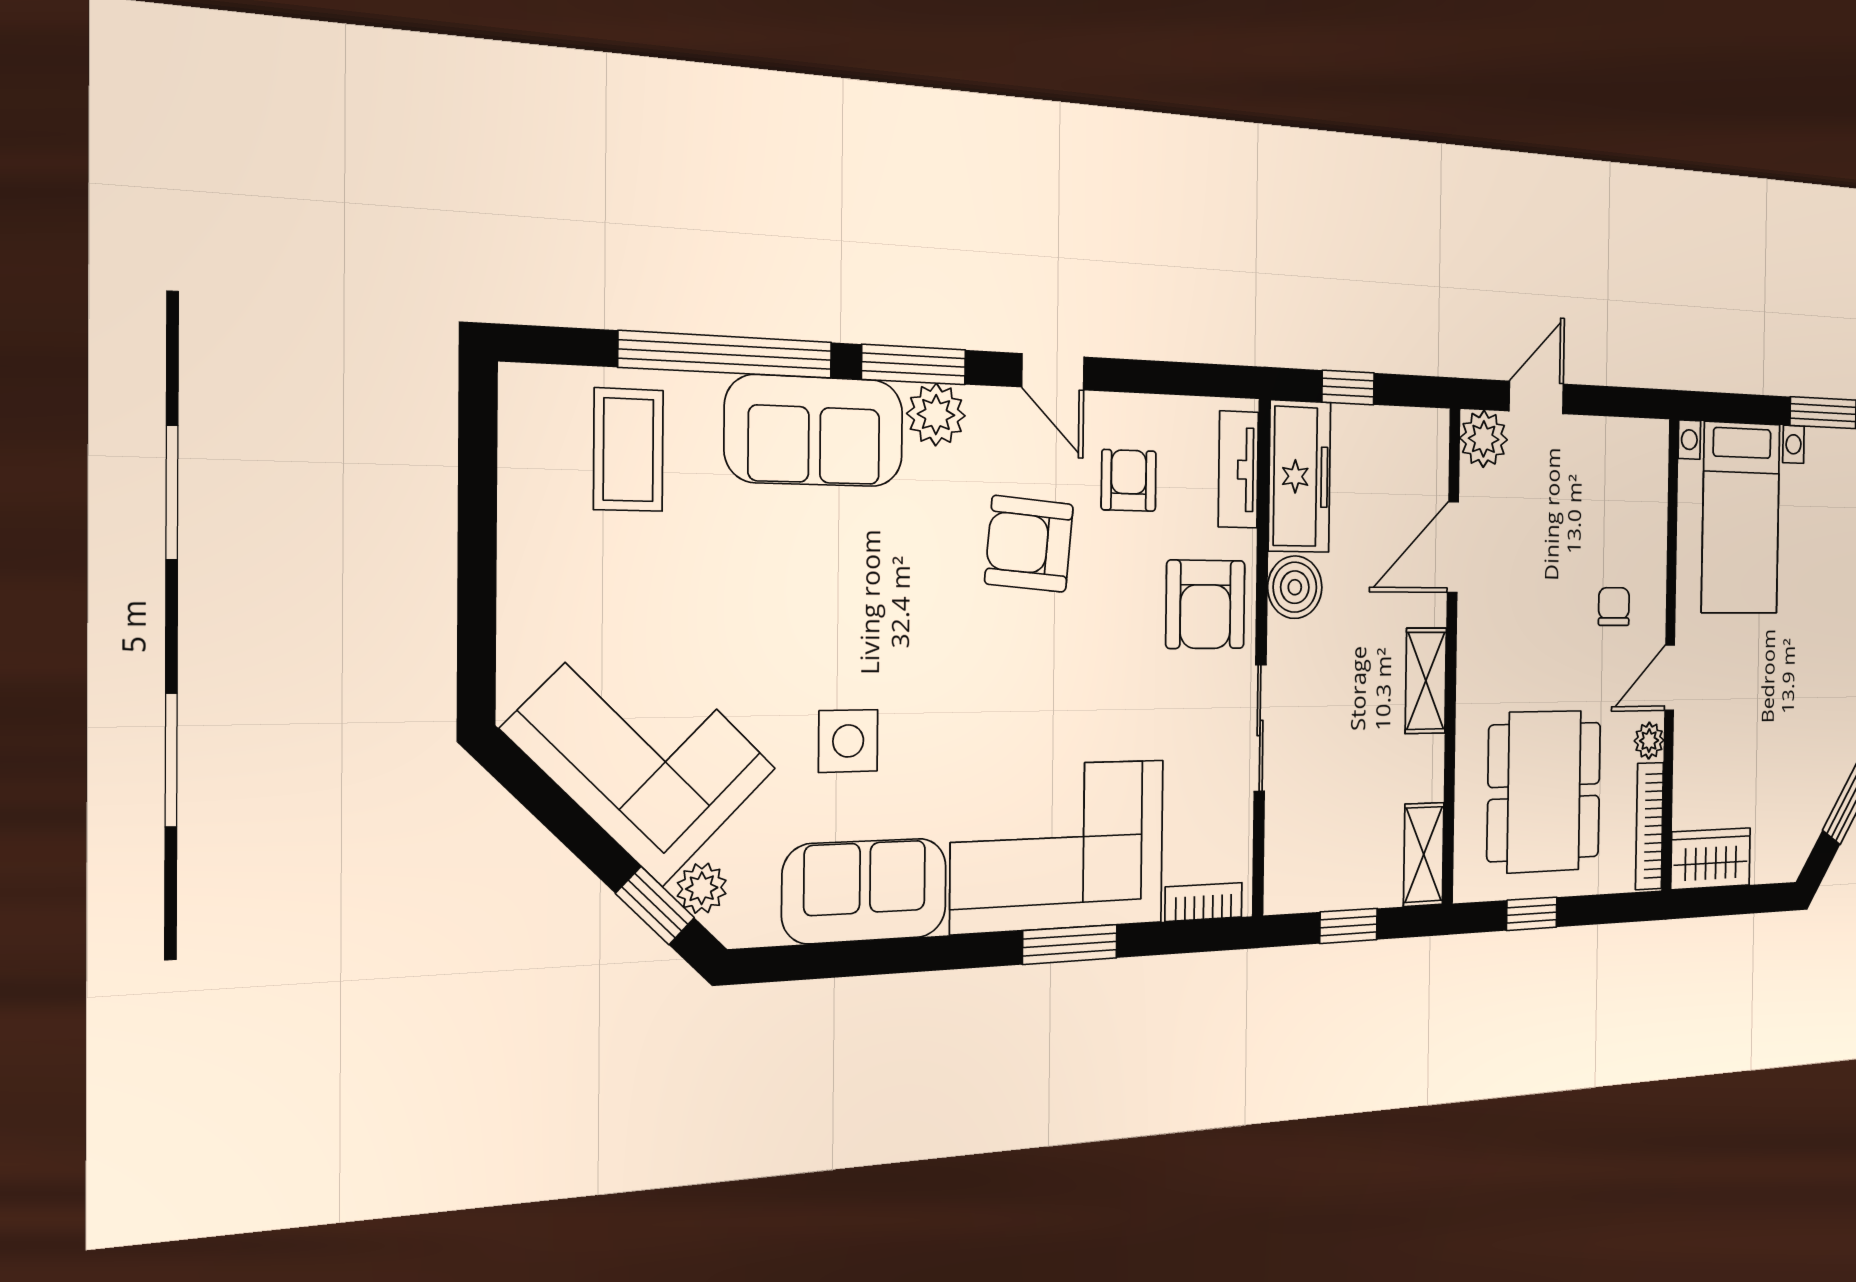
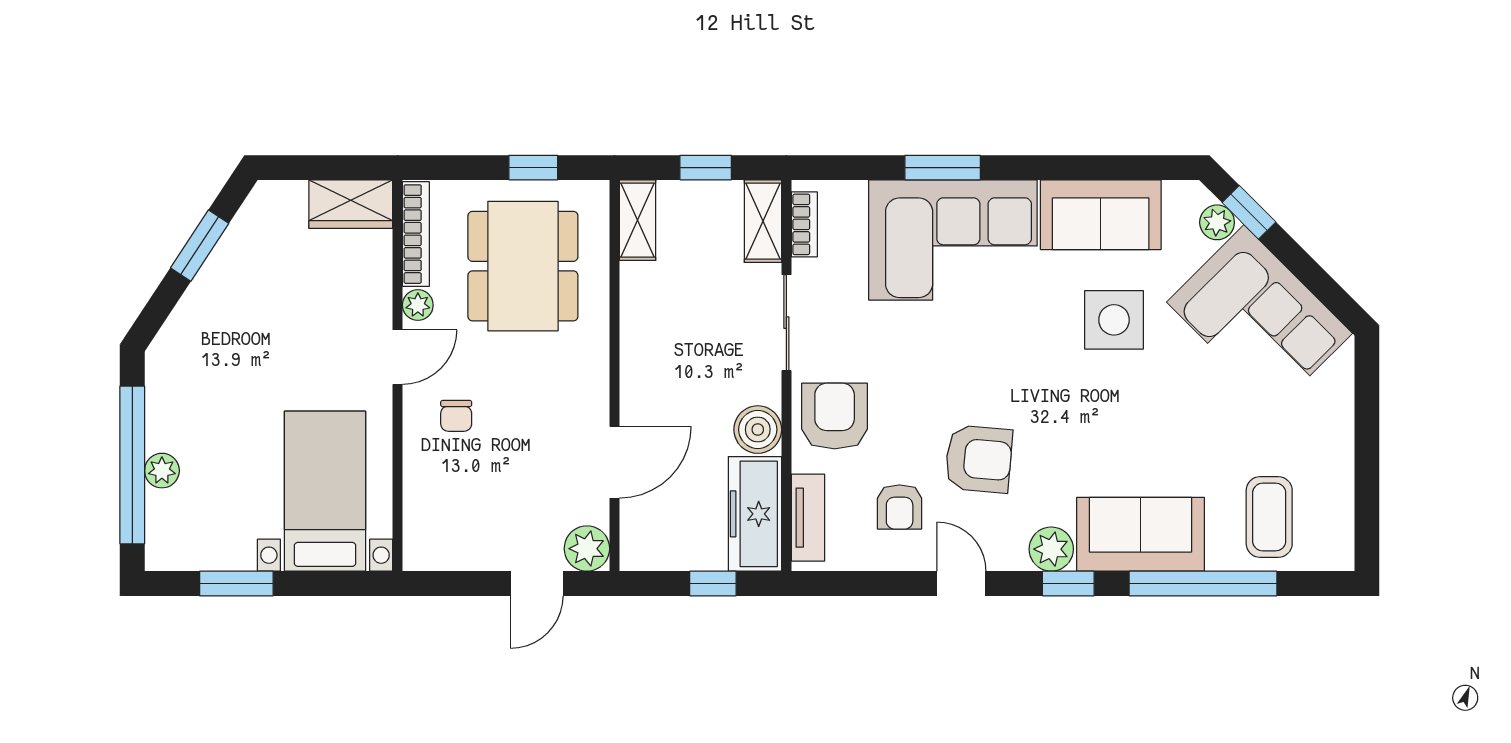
window: (914, 365) -> (1068, 583), width x0.67
shelving: (1426, 681) -> (763, 221), moved
side table: (848, 741) -> (1114, 320), width x1.37, depth x1.37
bookcase: (1204, 902) -> (804, 224), moved, turned -90

